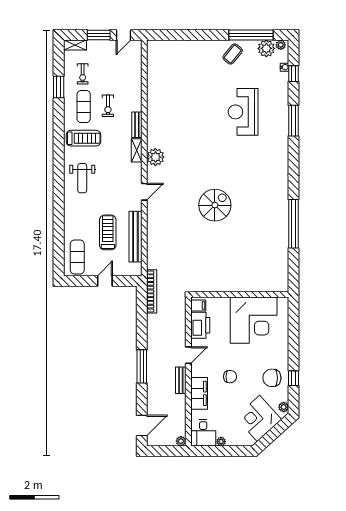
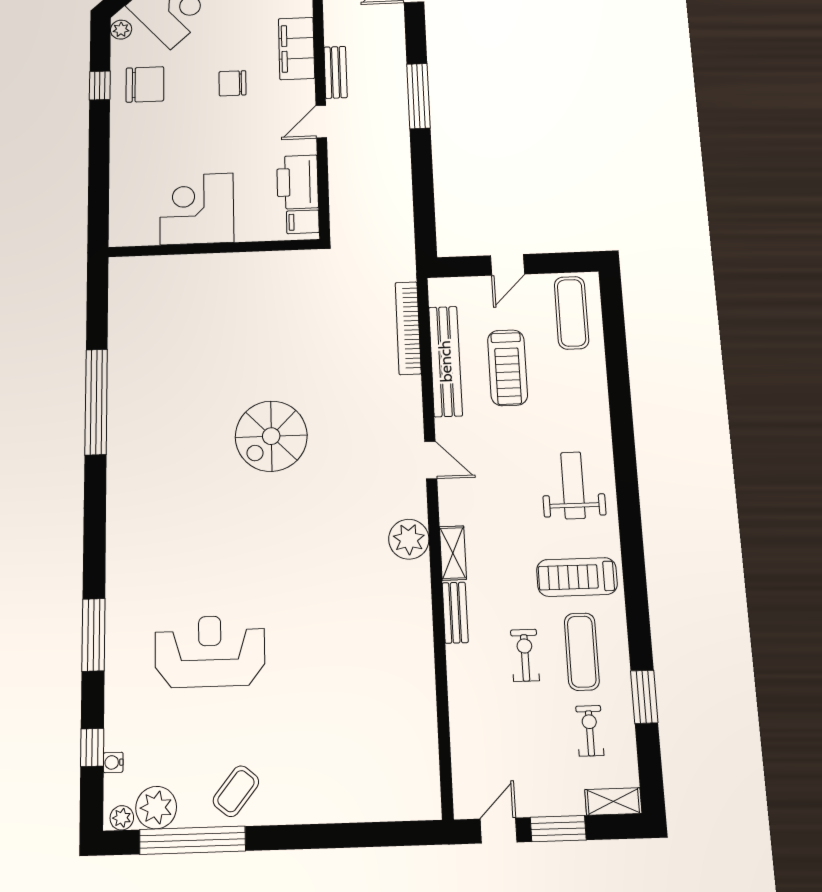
reception desk: (243, 112) -> (210, 651), turned -90
door: (144, 192) -> (431, 460), swing flipped
bookcase: (152, 291) -> (408, 328), moved
corner desk: (254, 320) -> (197, 209), width x0.74, depth x0.74

